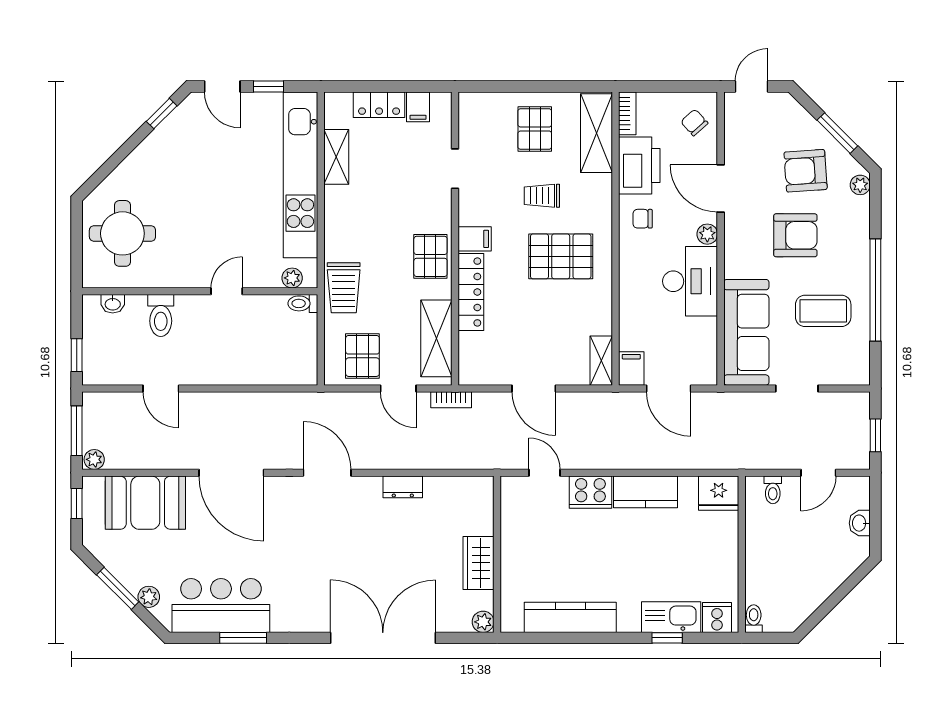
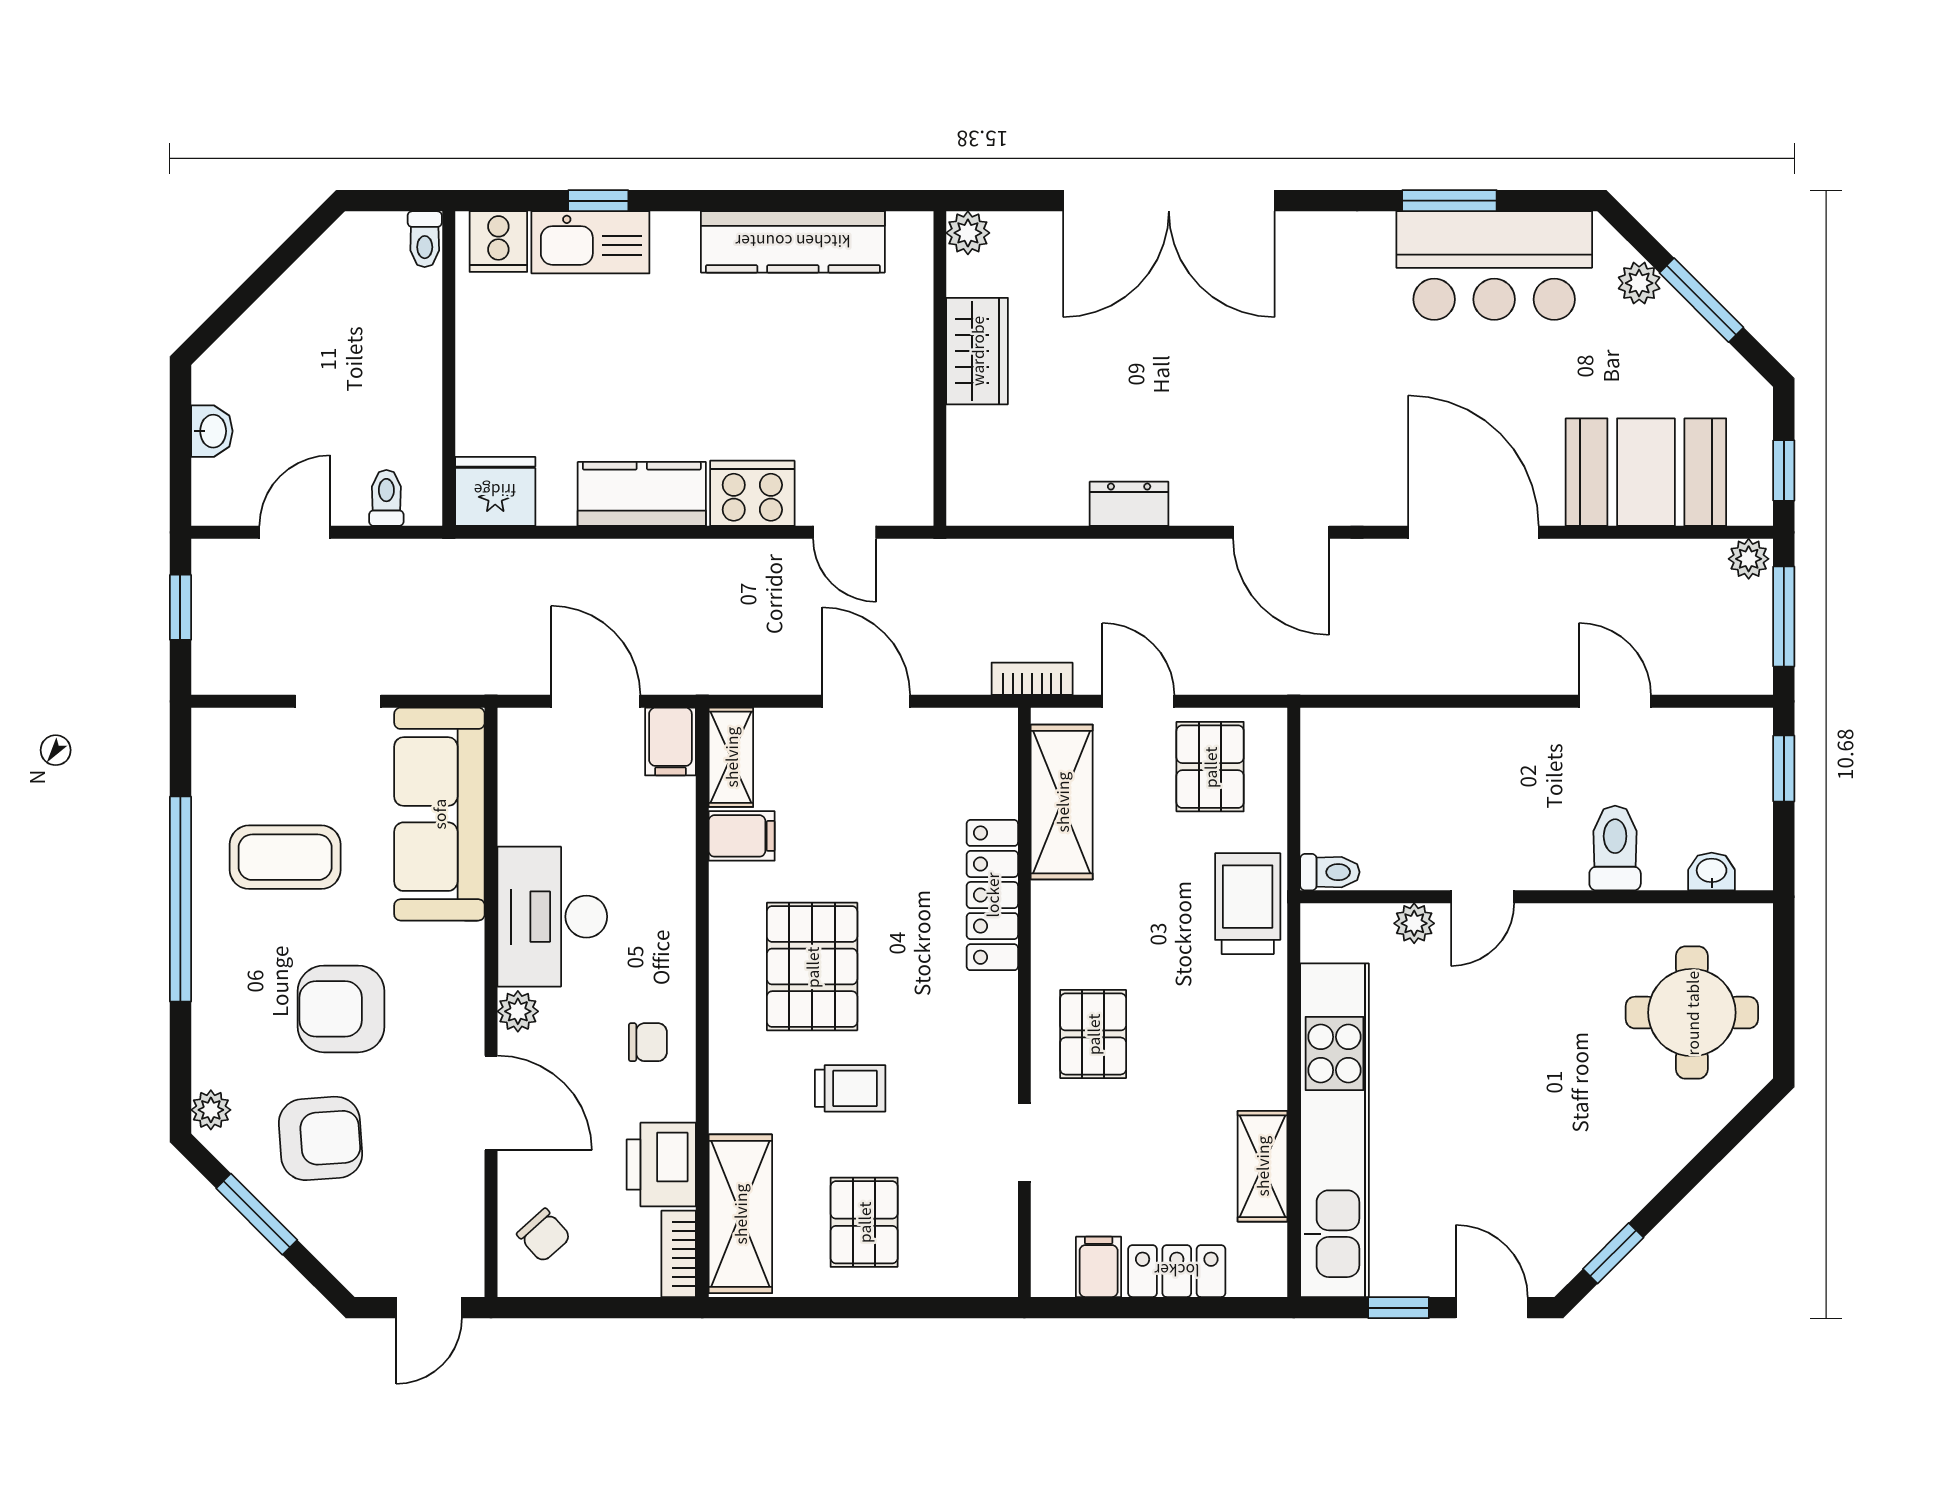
printer: (639, 166) -> (661, 1165), width x0.73, depth x0.84
filing cabinet: (475, 239) -> (742, 836), moved, turned 180
pallet: (430, 256) -> (1093, 1034), moved
pallet: (561, 256) -> (812, 967), turned 90
plant: (292, 278) -> (1414, 923), moved

